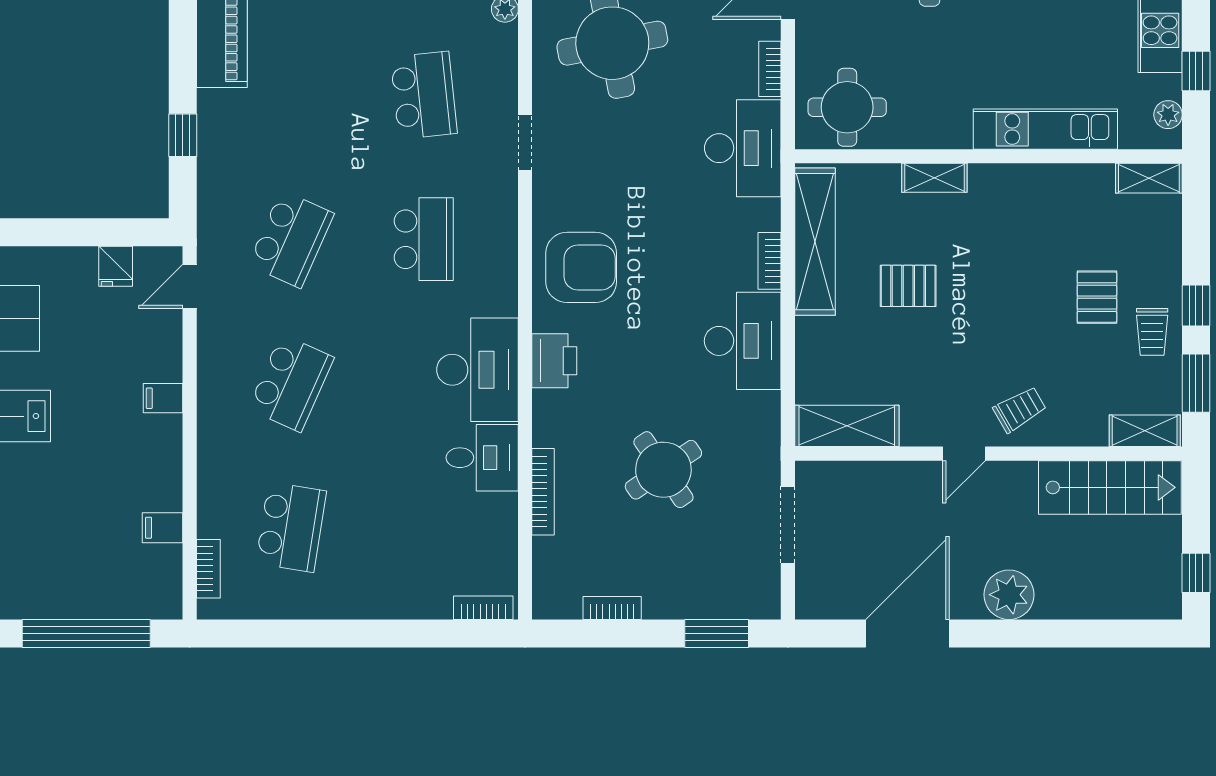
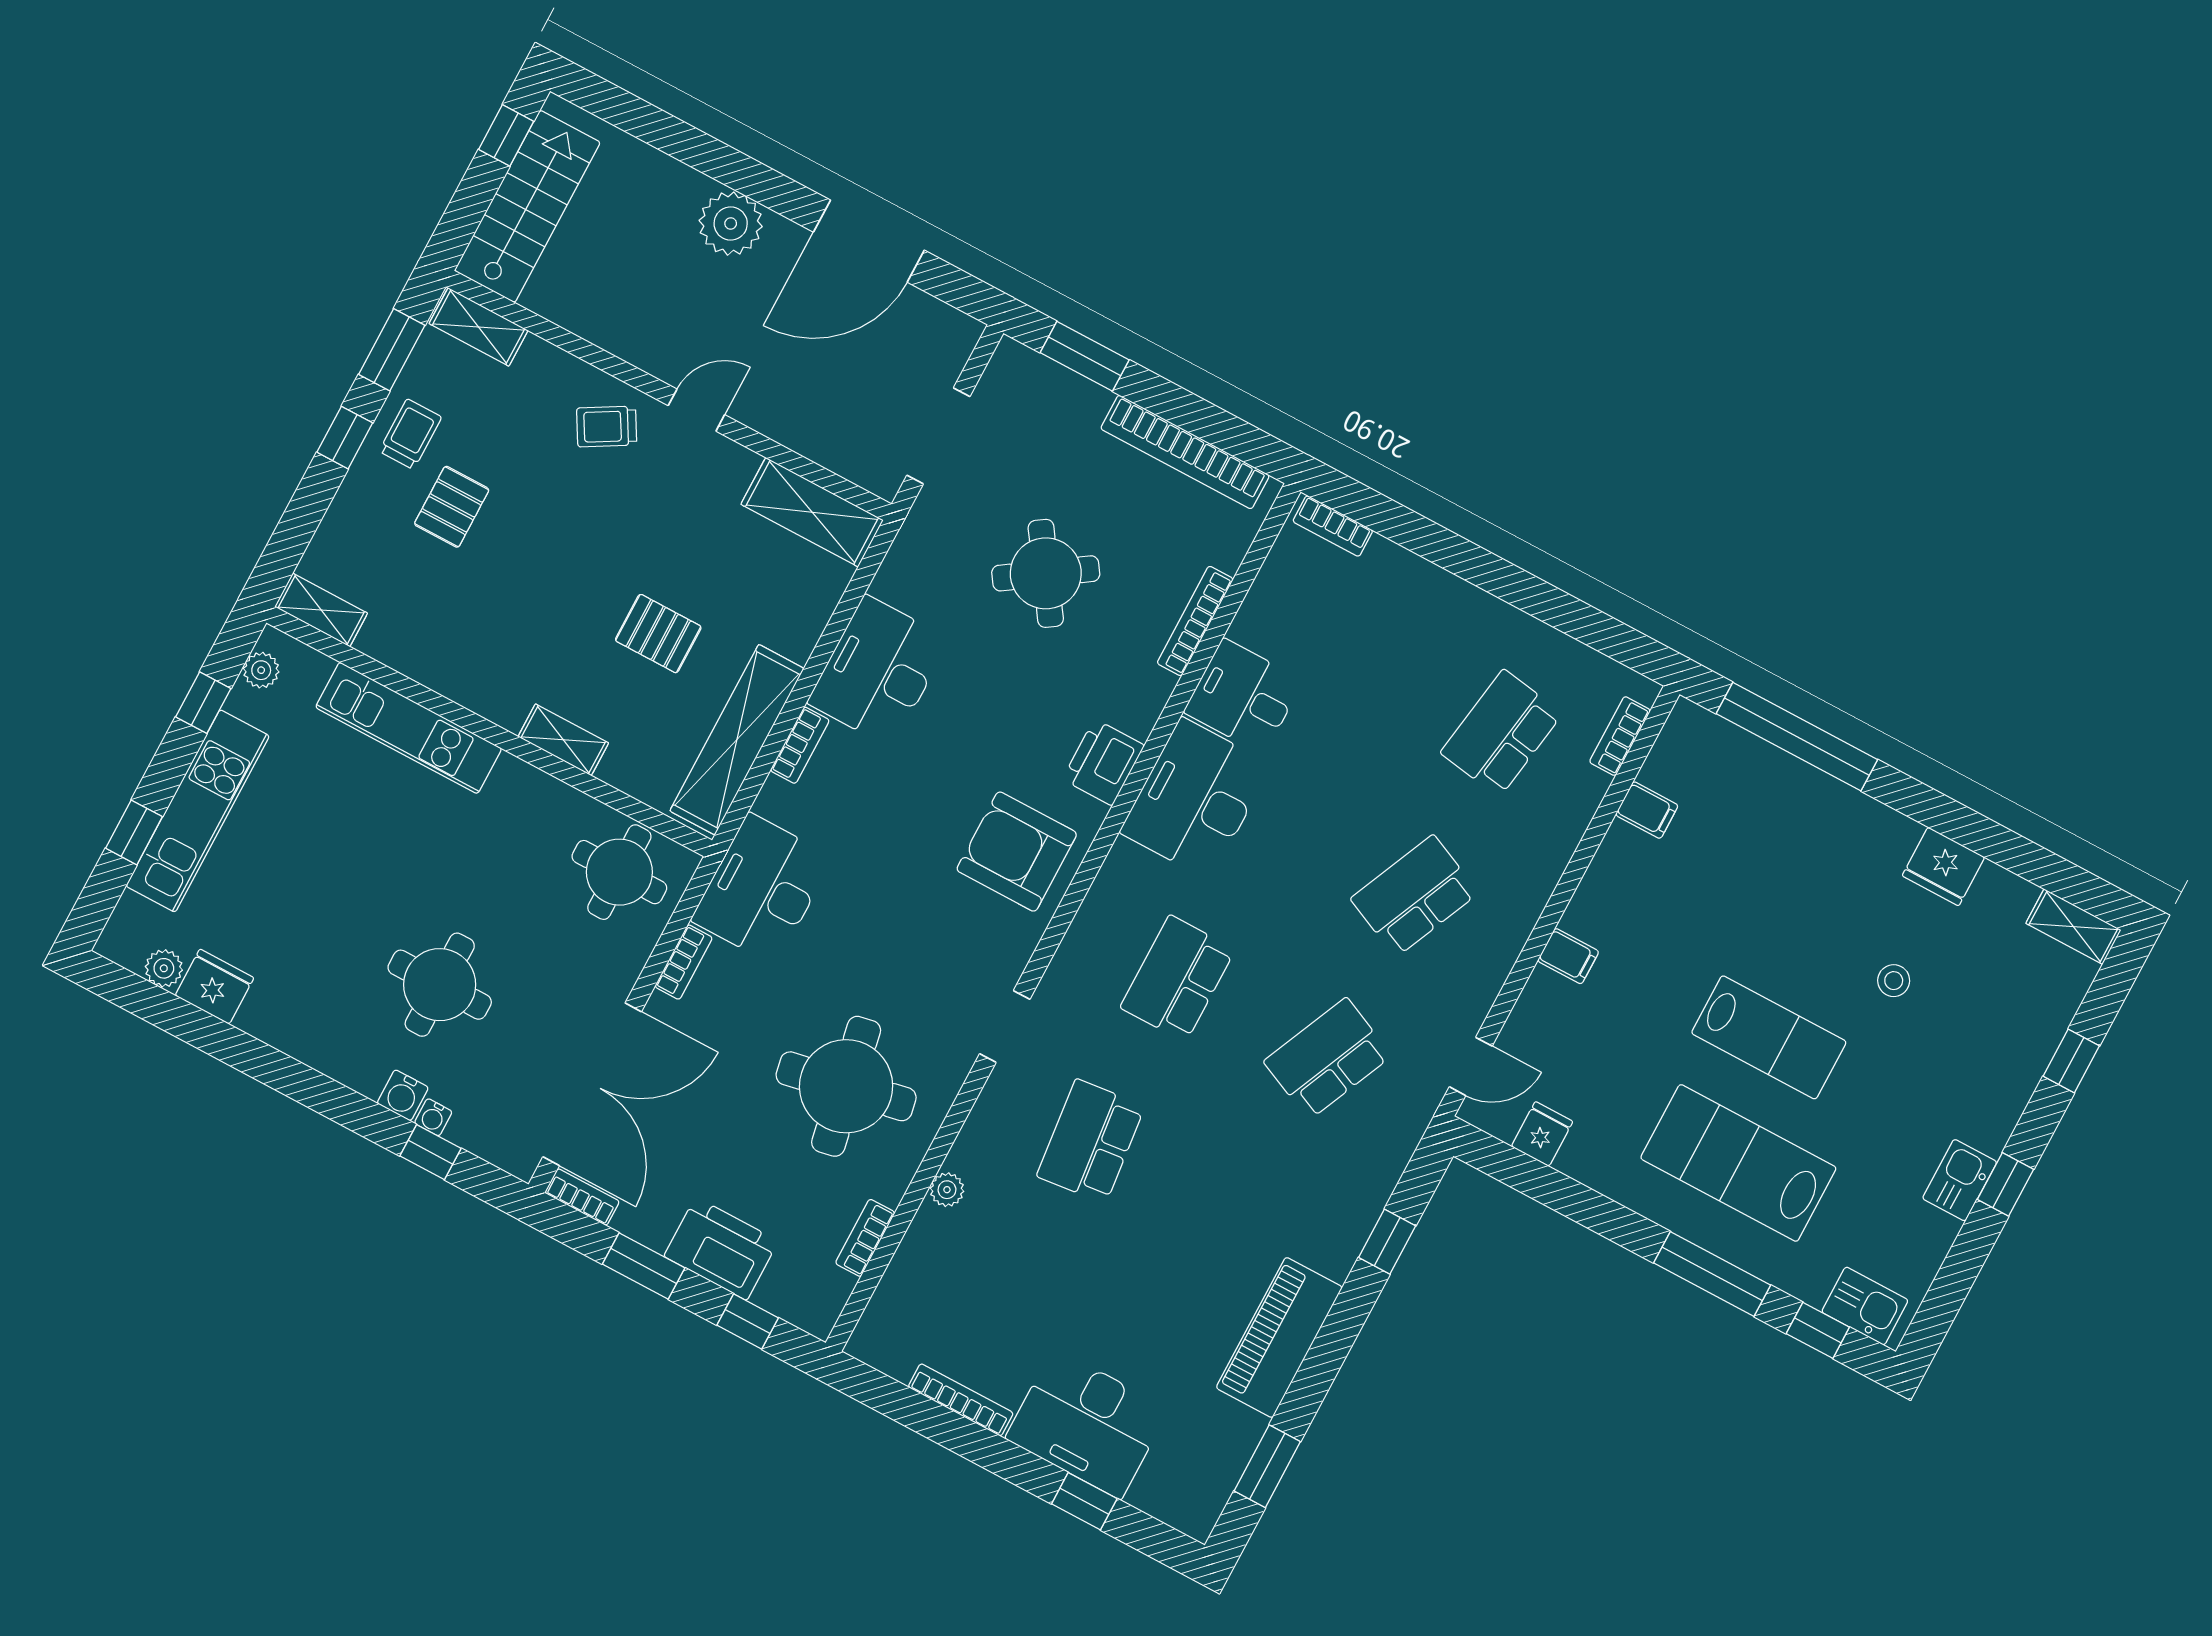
stairs: (1110, 487) -> (527, 206), moved, turned 90
bookcase: (612, 608) -> (1185, 452), width x2.31, depth x1.31

